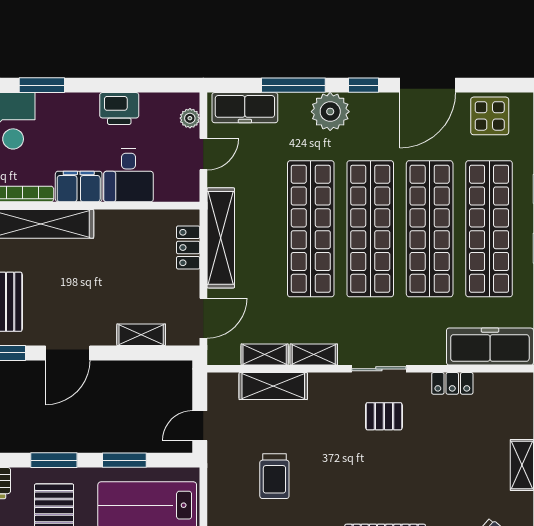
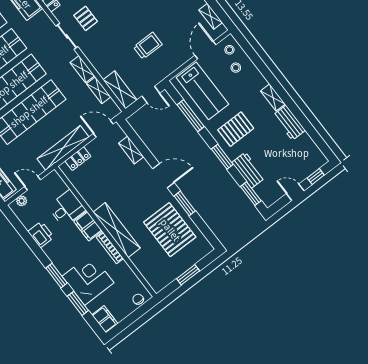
shelving: (273, 386) -> (120, 90), moved
window: (54, 460) -> (222, 157), moved
window: (124, 460) -> (191, 116), width x1.44

